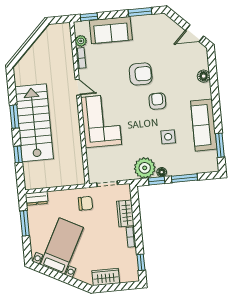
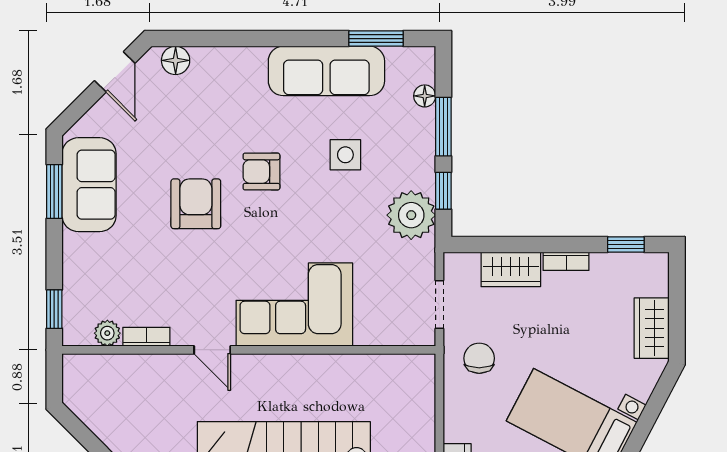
sofa: (111, 30) -> (89, 185), moved
floor lamp: (204, 76) -> (176, 60), moved
door: (78, 87) -> (212, 350), swing flipped
floor lamp: (162, 172) -> (425, 96), moved

